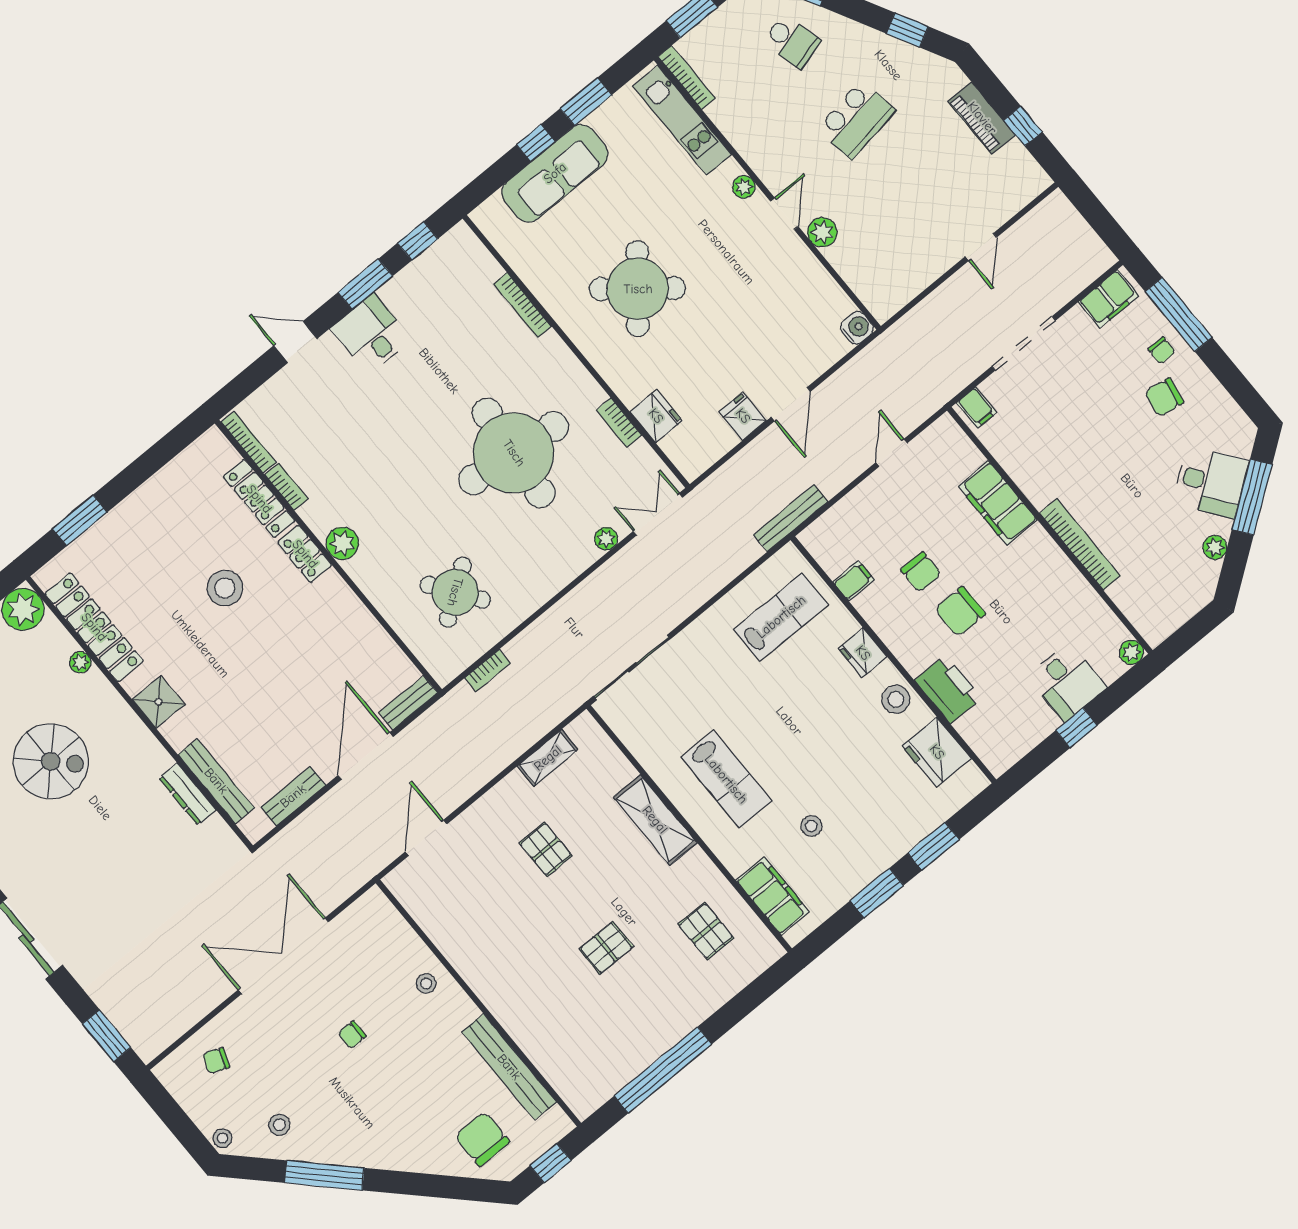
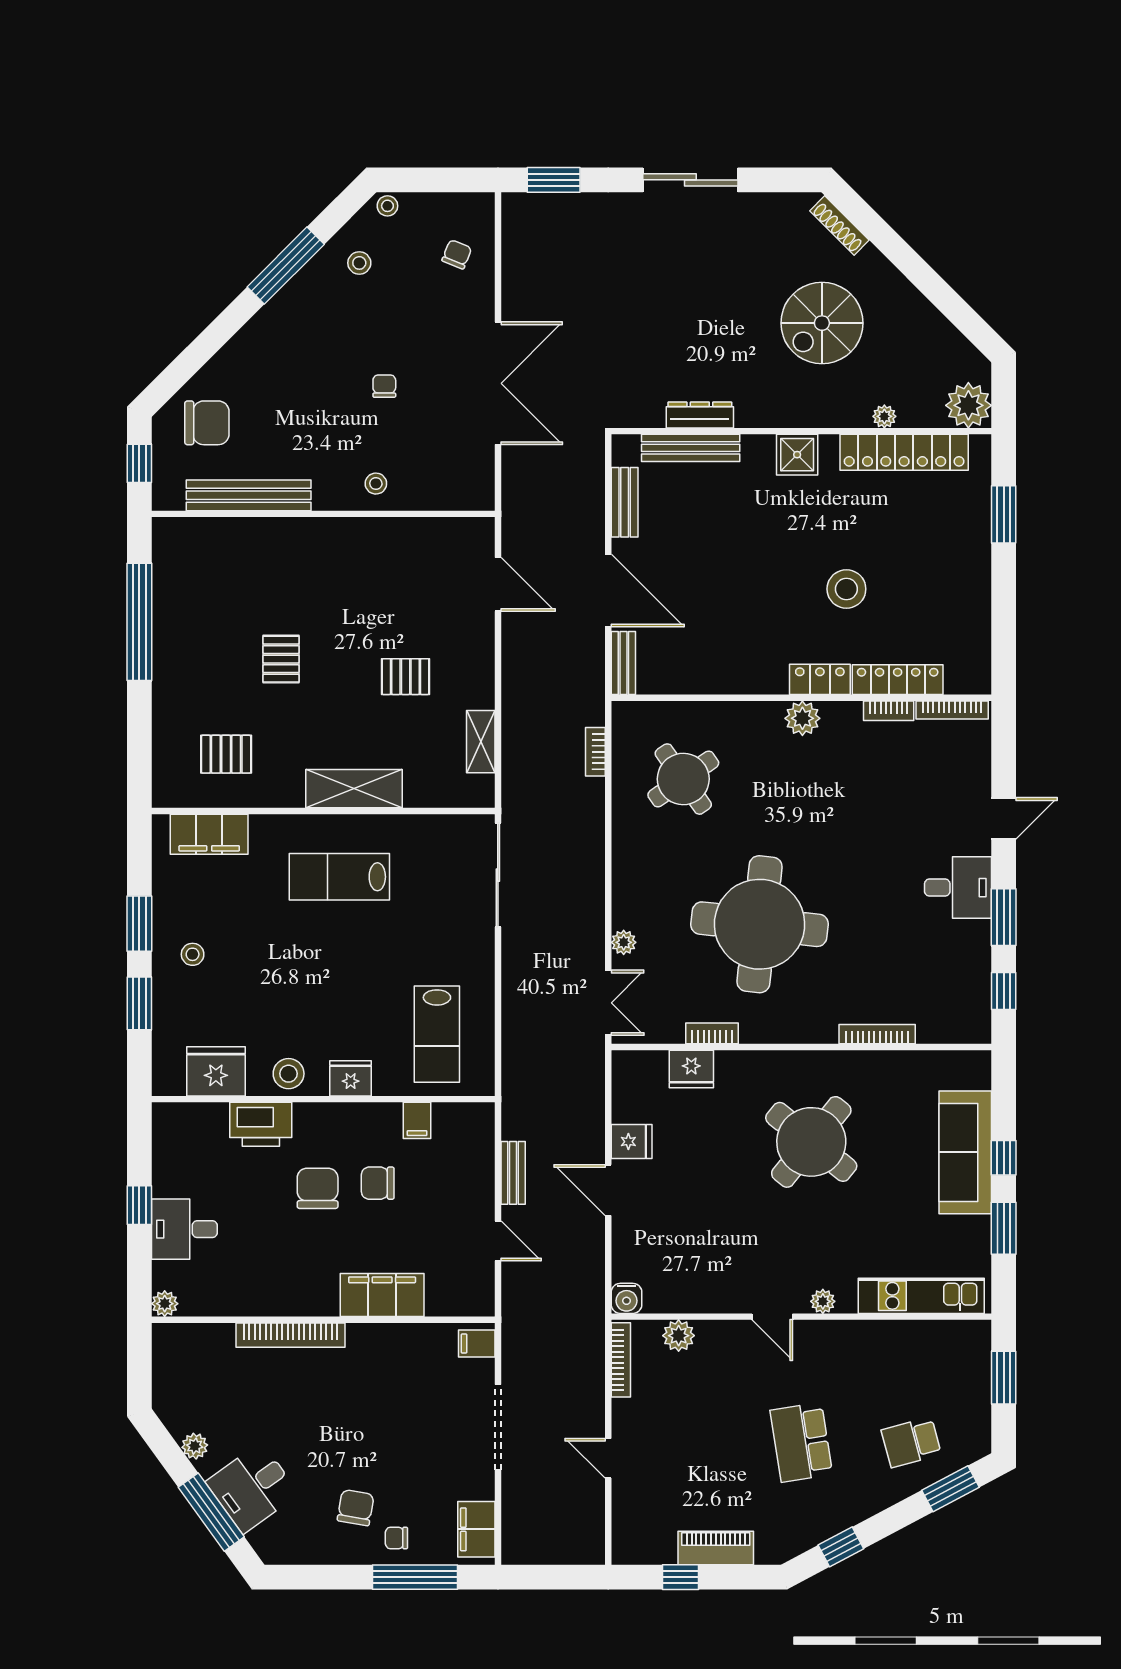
bookcase: (687, 78) -> (621, 1360), moved, turned -90
plant: (822, 232) -> (679, 1336), moved
bench: (791, 518) -> (513, 1173), moved, width x0.73
stool: (811, 826) -> (193, 954), moved

